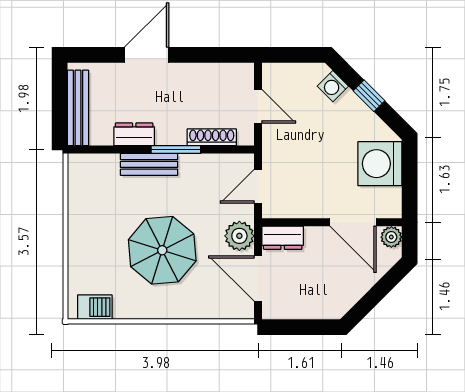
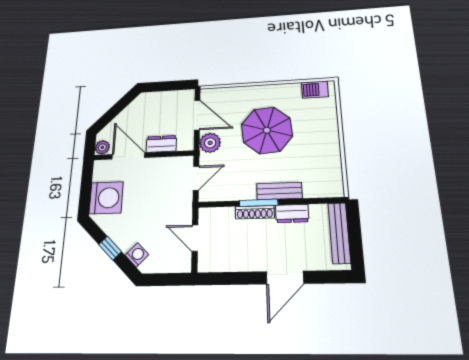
shoe rack: (212, 137) -> (255, 212), moved
dresser: (283, 238) -> (161, 144), moved

